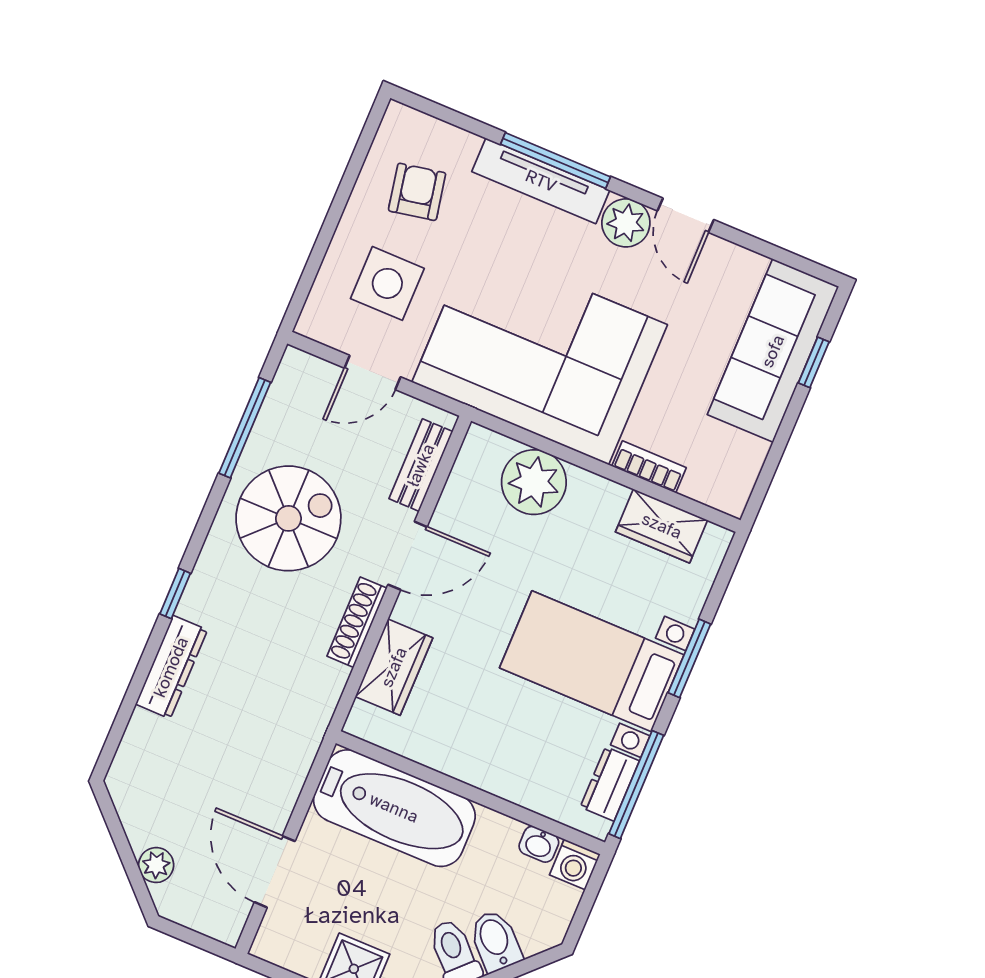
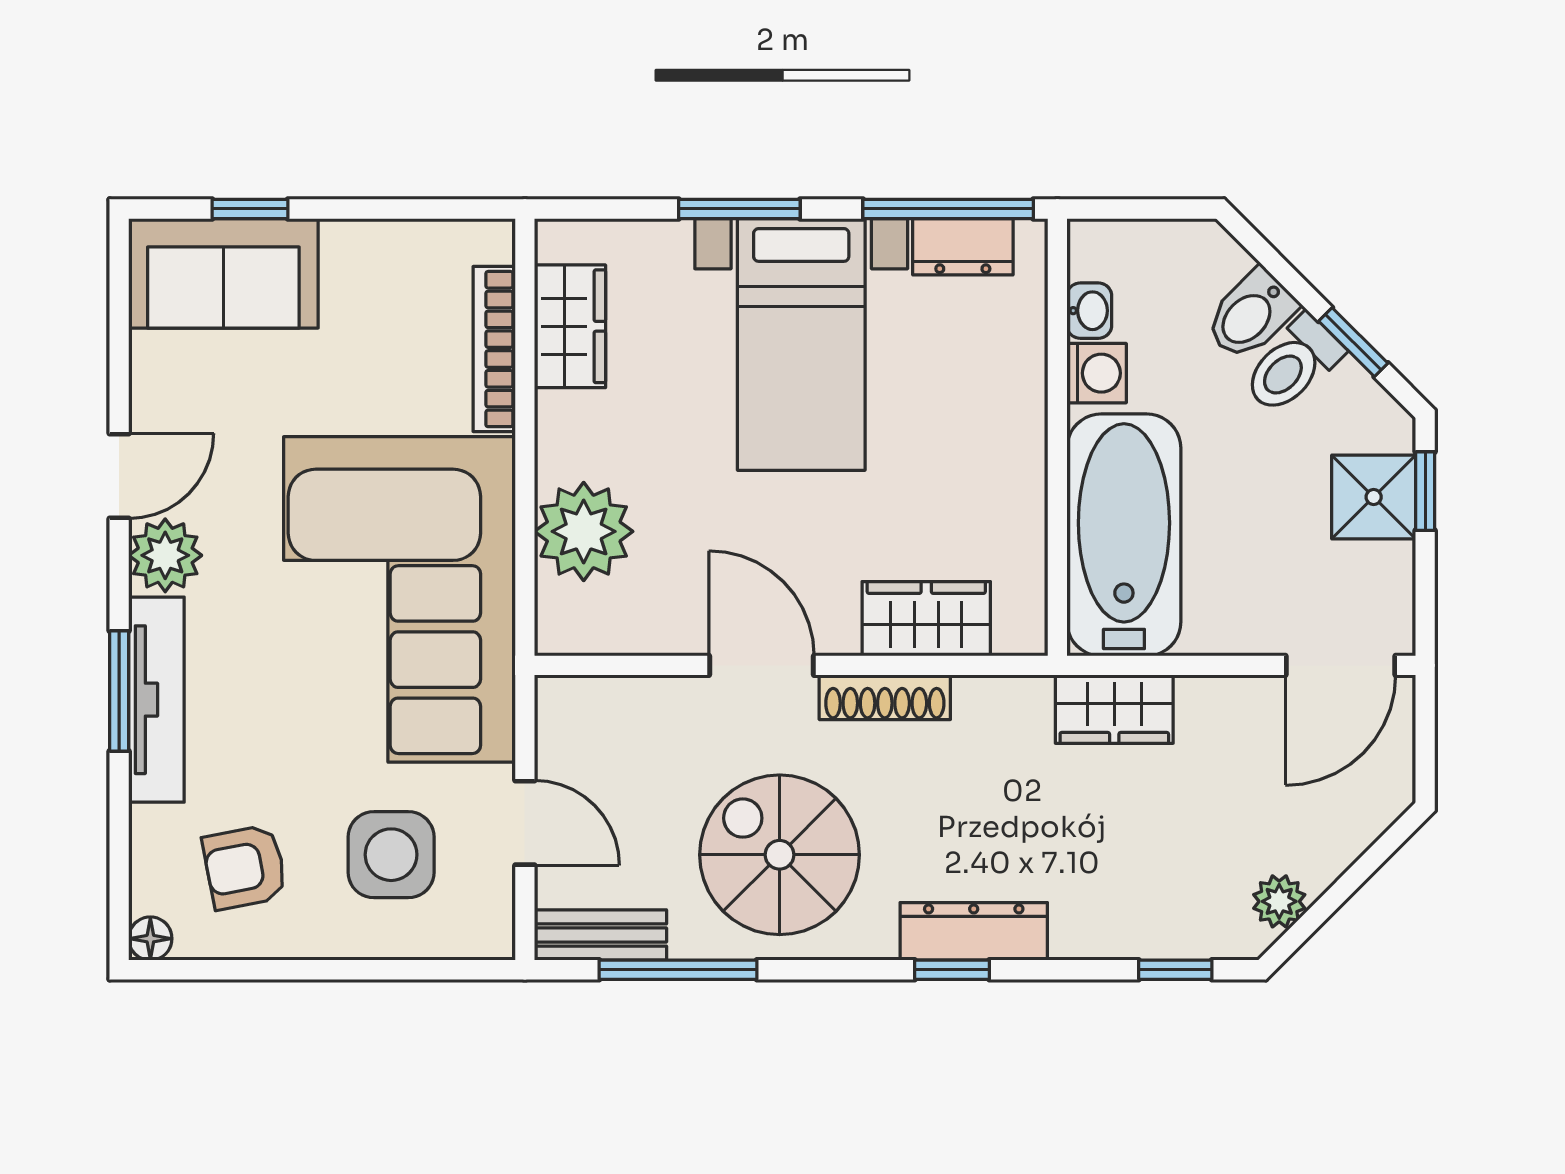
floor lamp: (398, 116) -> (150, 939), added
window: (556, 161) -> (119, 691), width x0.69
sofa: (773, 351) -> (223, 273), width x0.73
bench: (421, 465) -> (600, 935), moved
bookcase: (649, 467) -> (494, 349), width x1.56
dresser: (171, 667) -> (974, 931), moved
window: (118, 729) -> (1175, 970), added
wardrobe: (291, 758) -> (1114, 709), added
washing machine: (575, 864) -> (1097, 373), moved
plant: (156, 865) -> (1279, 901), moved
door: (275, 872) -> (1340, 665), moved

